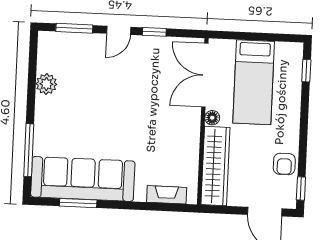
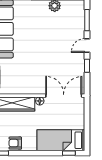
door: (119, 30) -> (87, 45), hinge flipped
bed: (254, 82) -> (61, 140), moved

